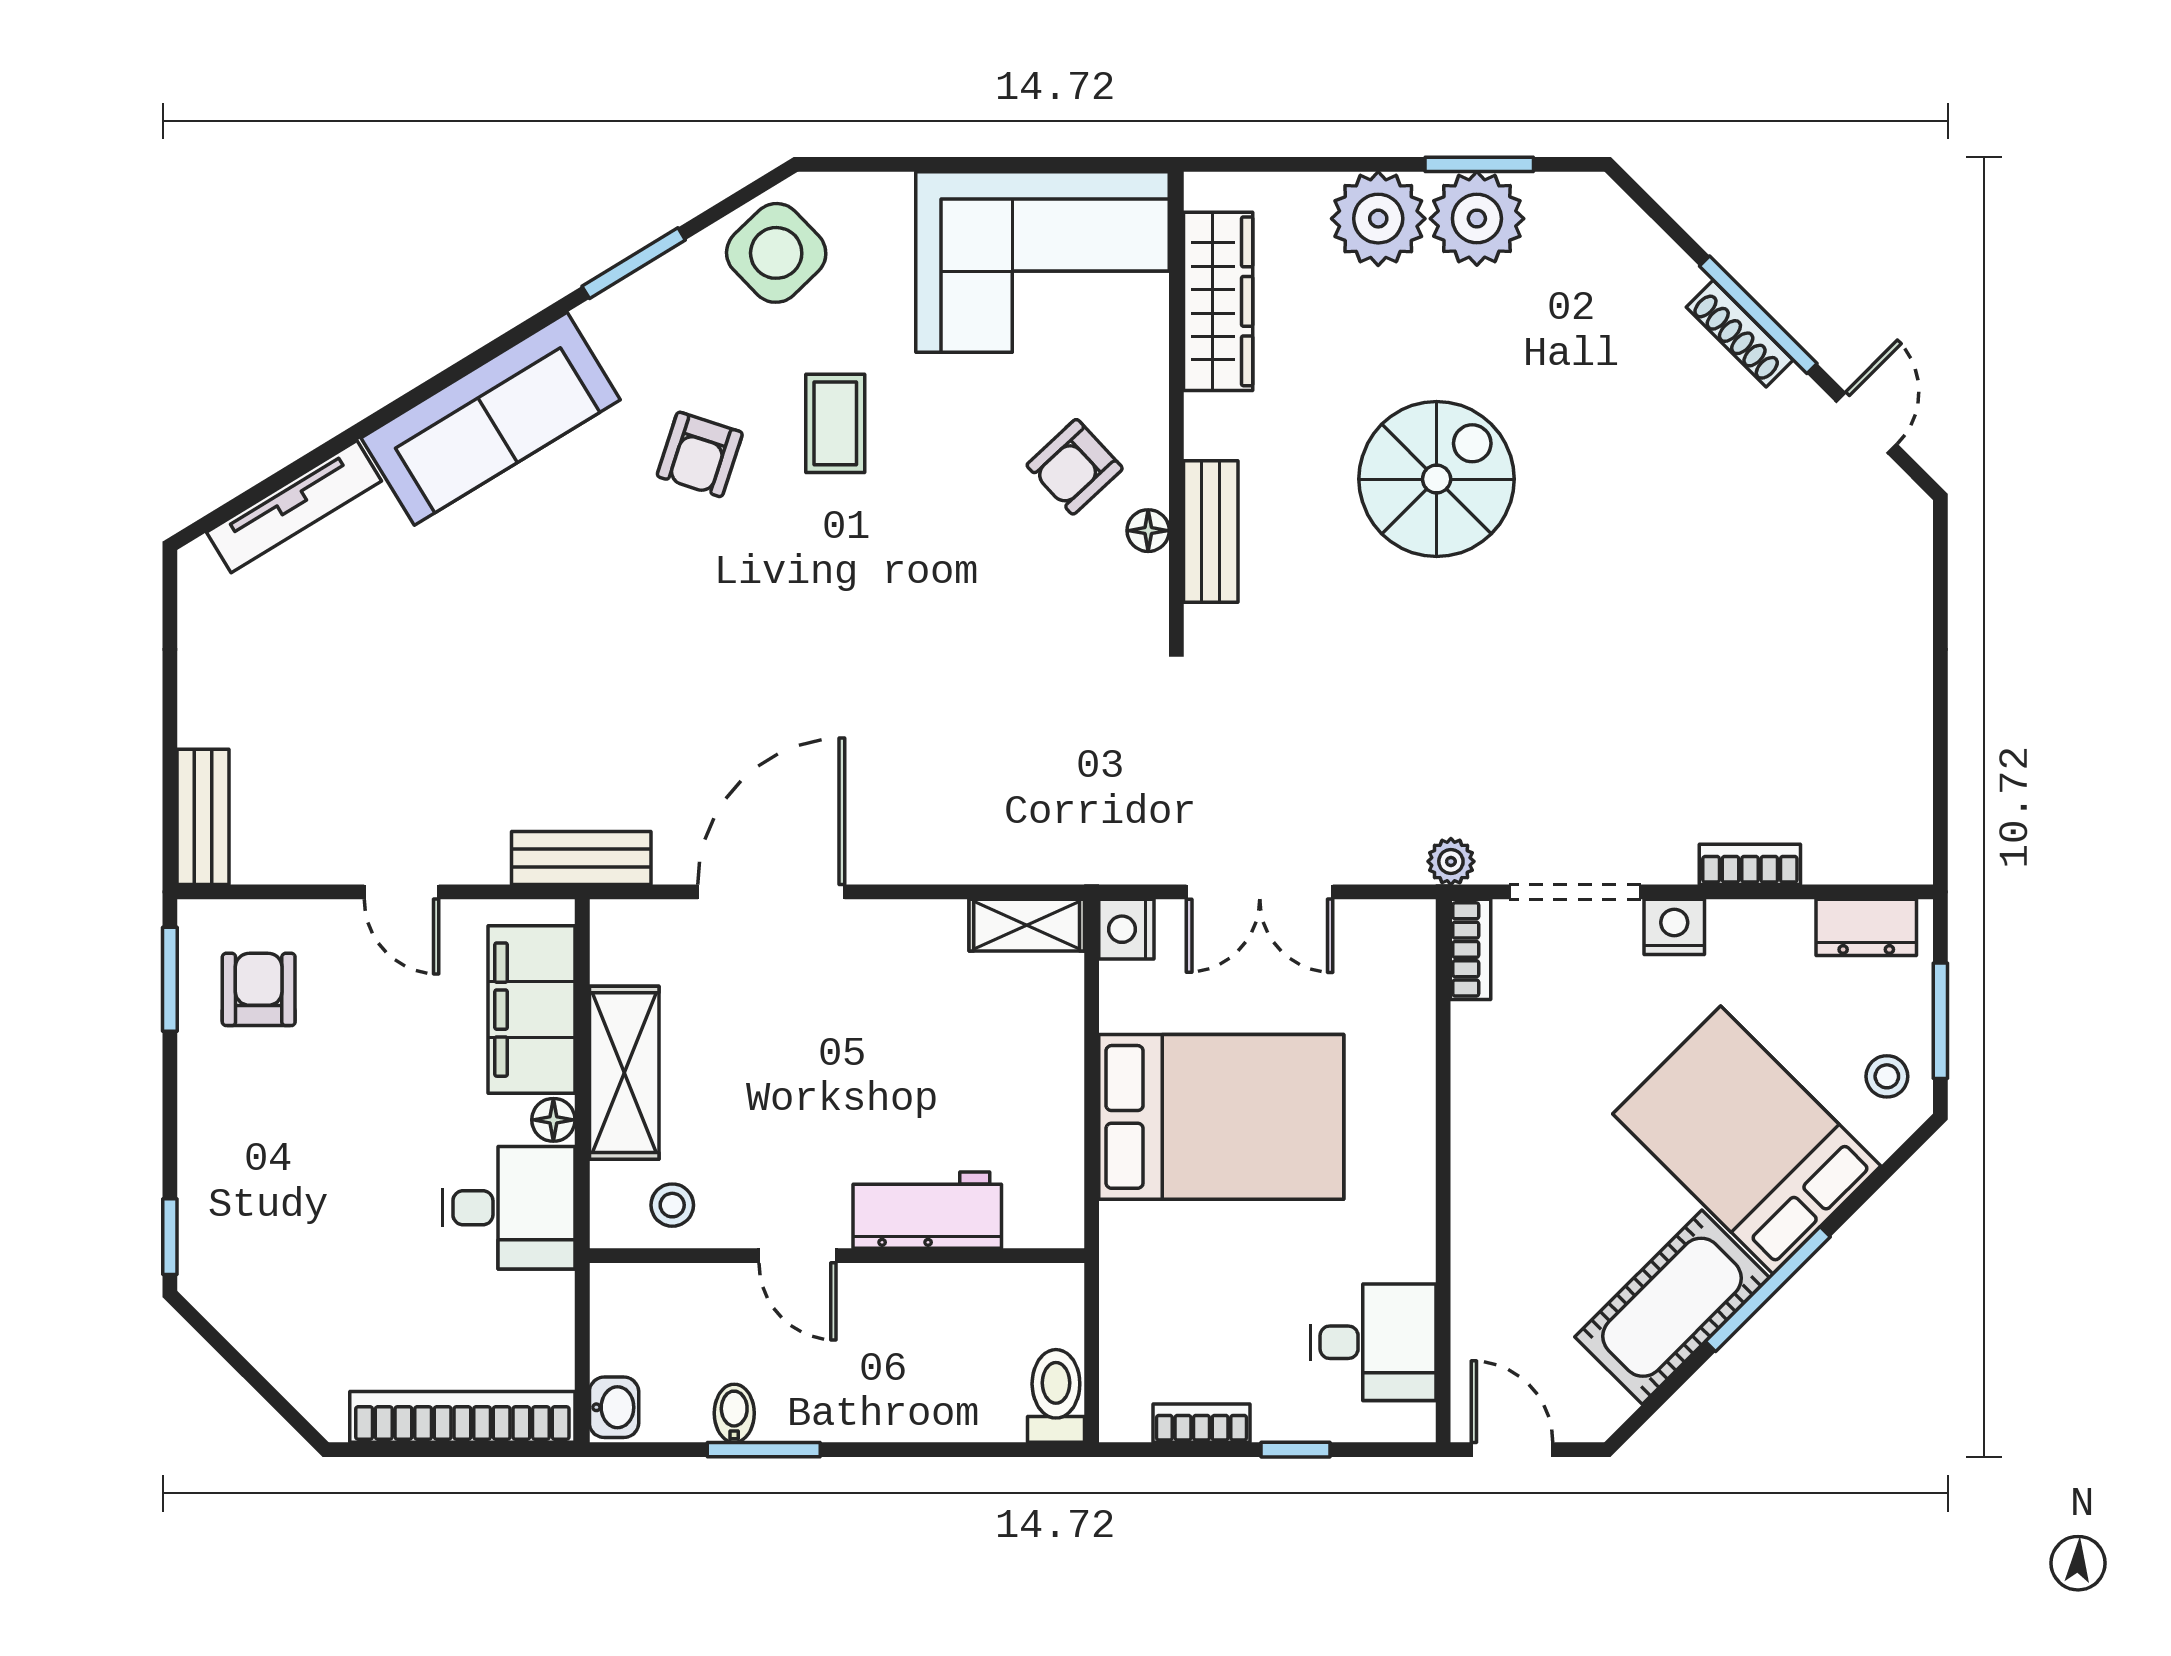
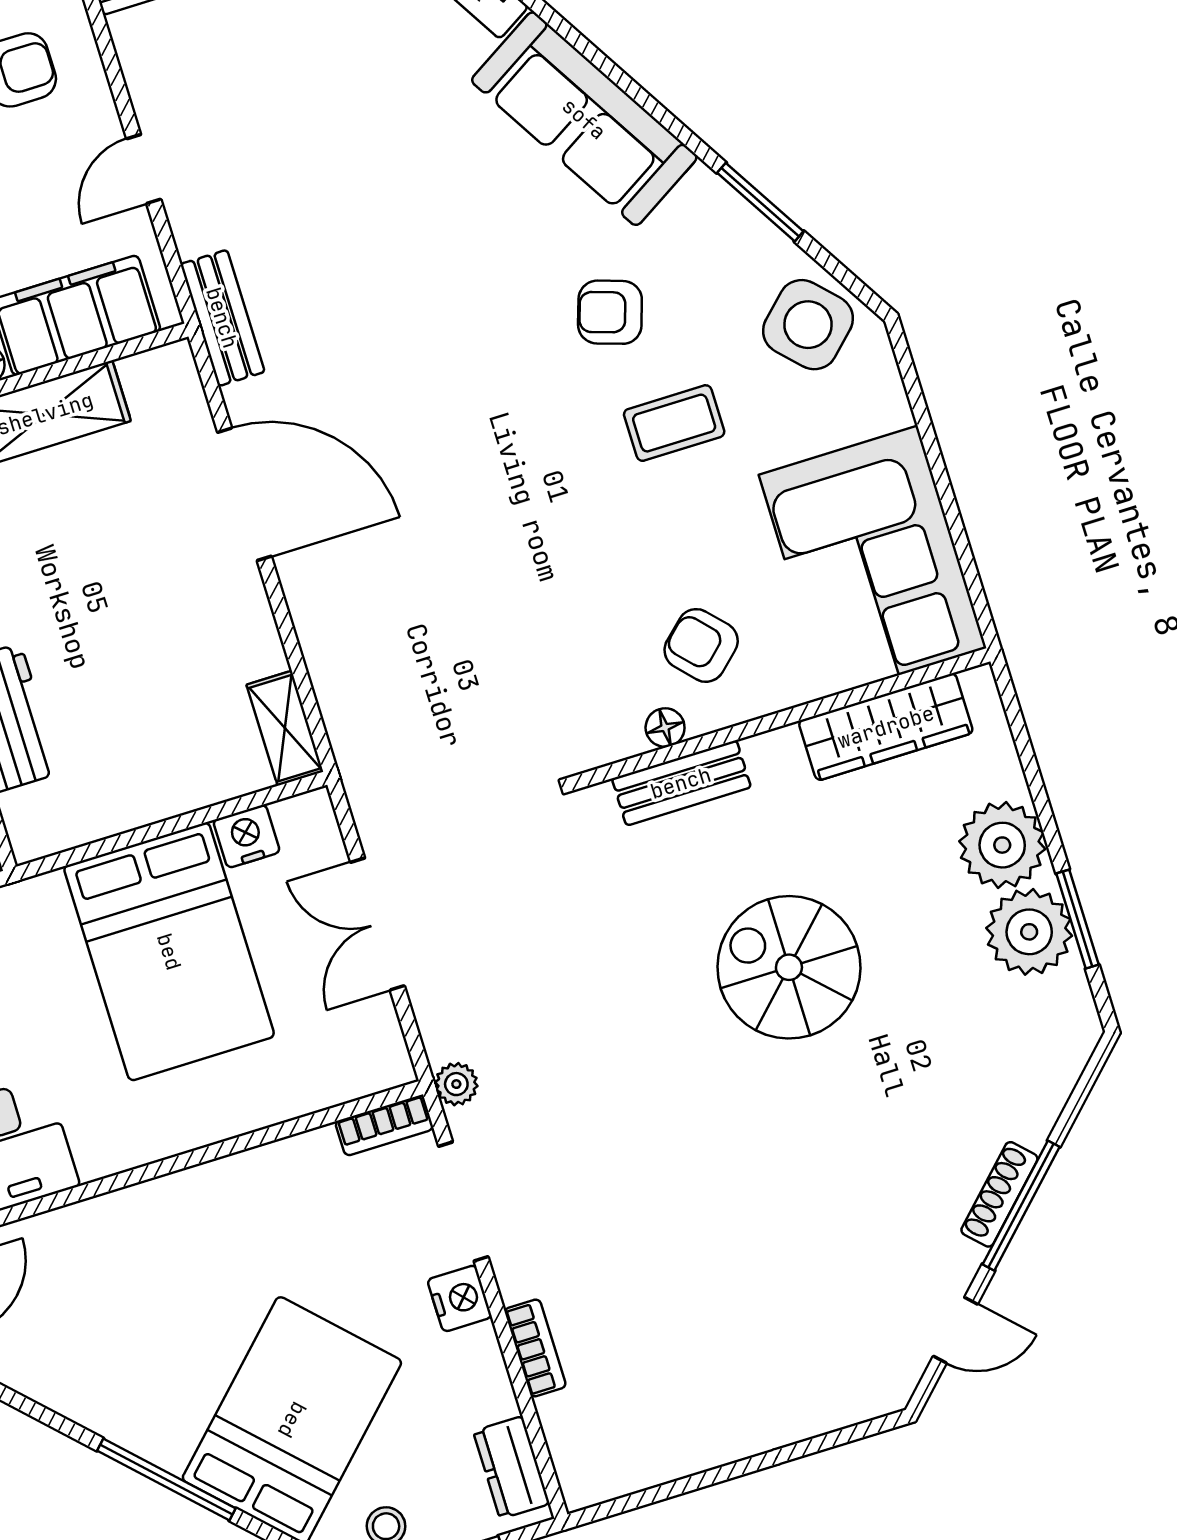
spiral stairs: (1437, 479) -> (789, 967), turned 180
nightstand: (1126, 929) -> (247, 836), moved
cot: (1672, 1307) -> (124, 1400), removed

